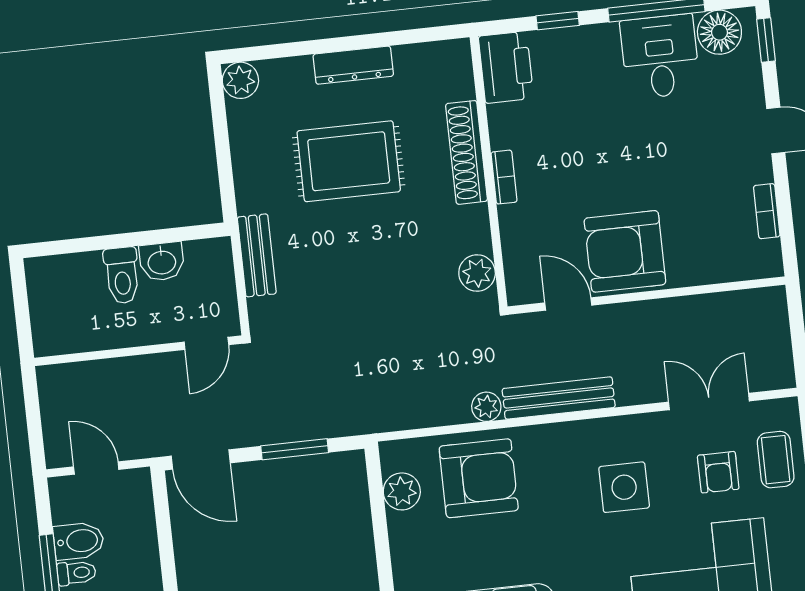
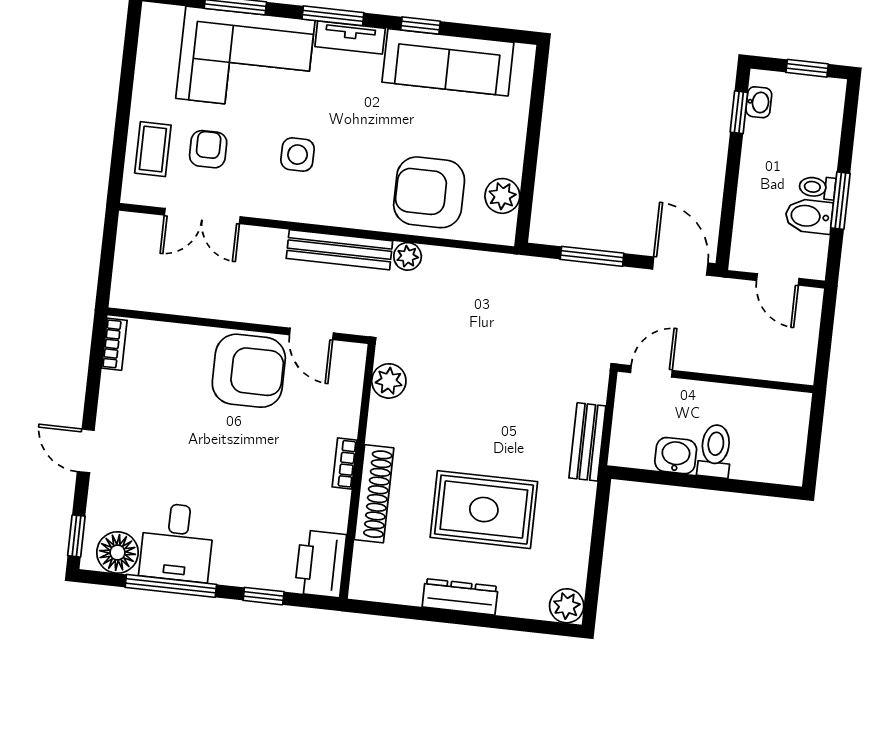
bookcase: (767, 211) -> (114, 344), moved
side table: (624, 487) -> (298, 155), width x0.73, depth x0.73

